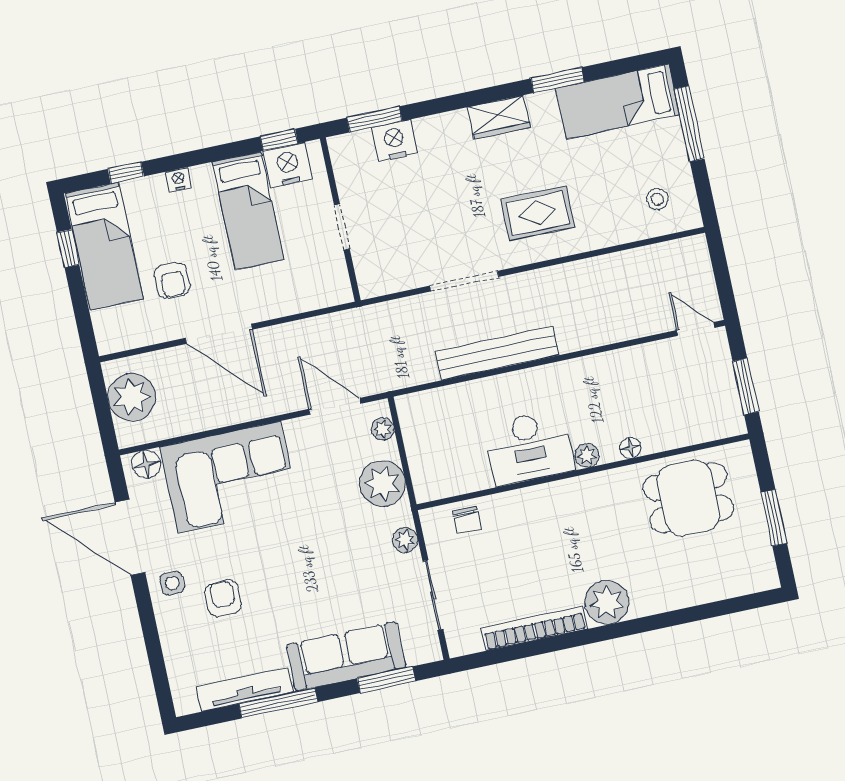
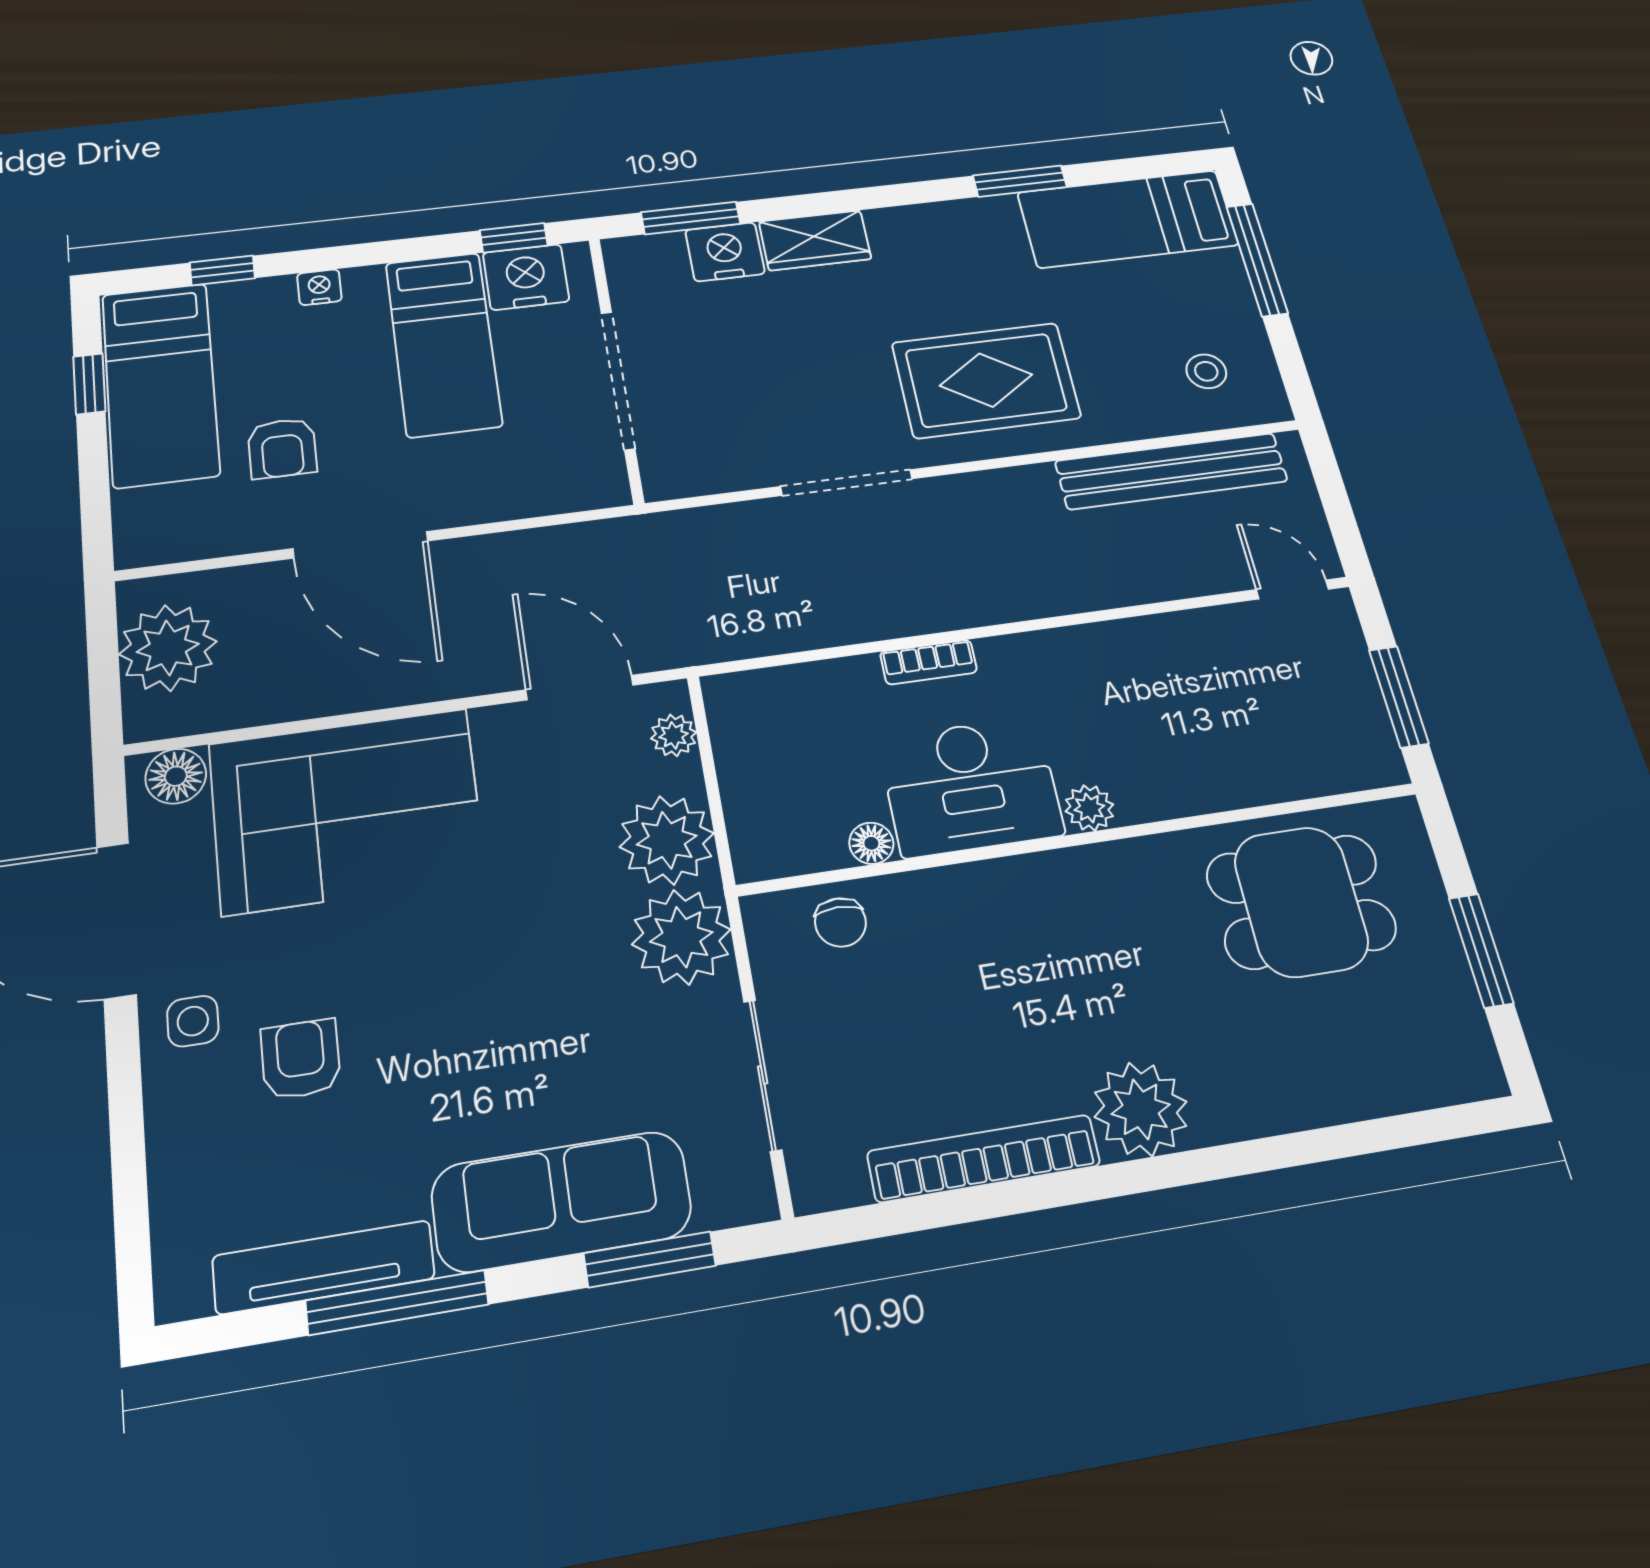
wardrobe: (499, 117) -> (815, 240), moved
rug: (538, 213) -> (986, 380), width x1.36, depth x1.43
doorway: (342, 227) -> (618, 380), width x1.88
bench: (497, 353) -> (1171, 471), moved
bookcase: (508, 382) -> (929, 662), added
floor lamp: (630, 448) -> (871, 843), moved
plant: (405, 540) -> (681, 937), width x1.87, depth x1.87

